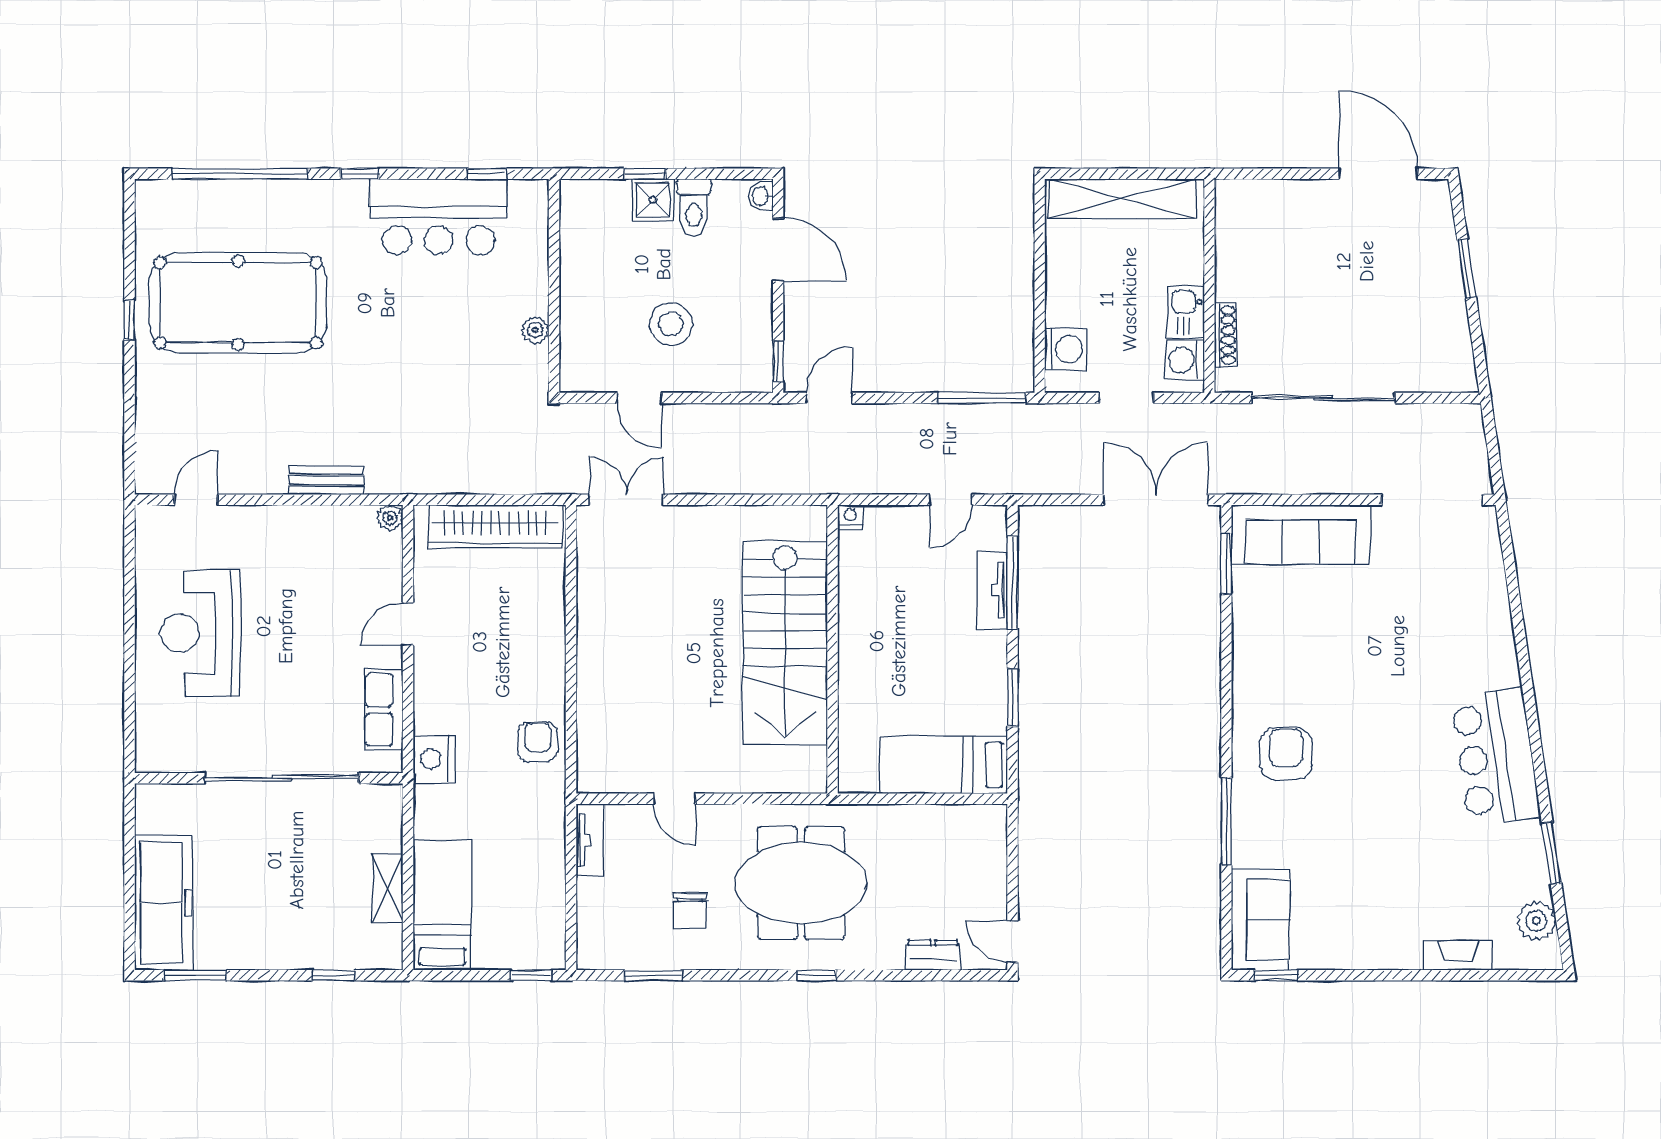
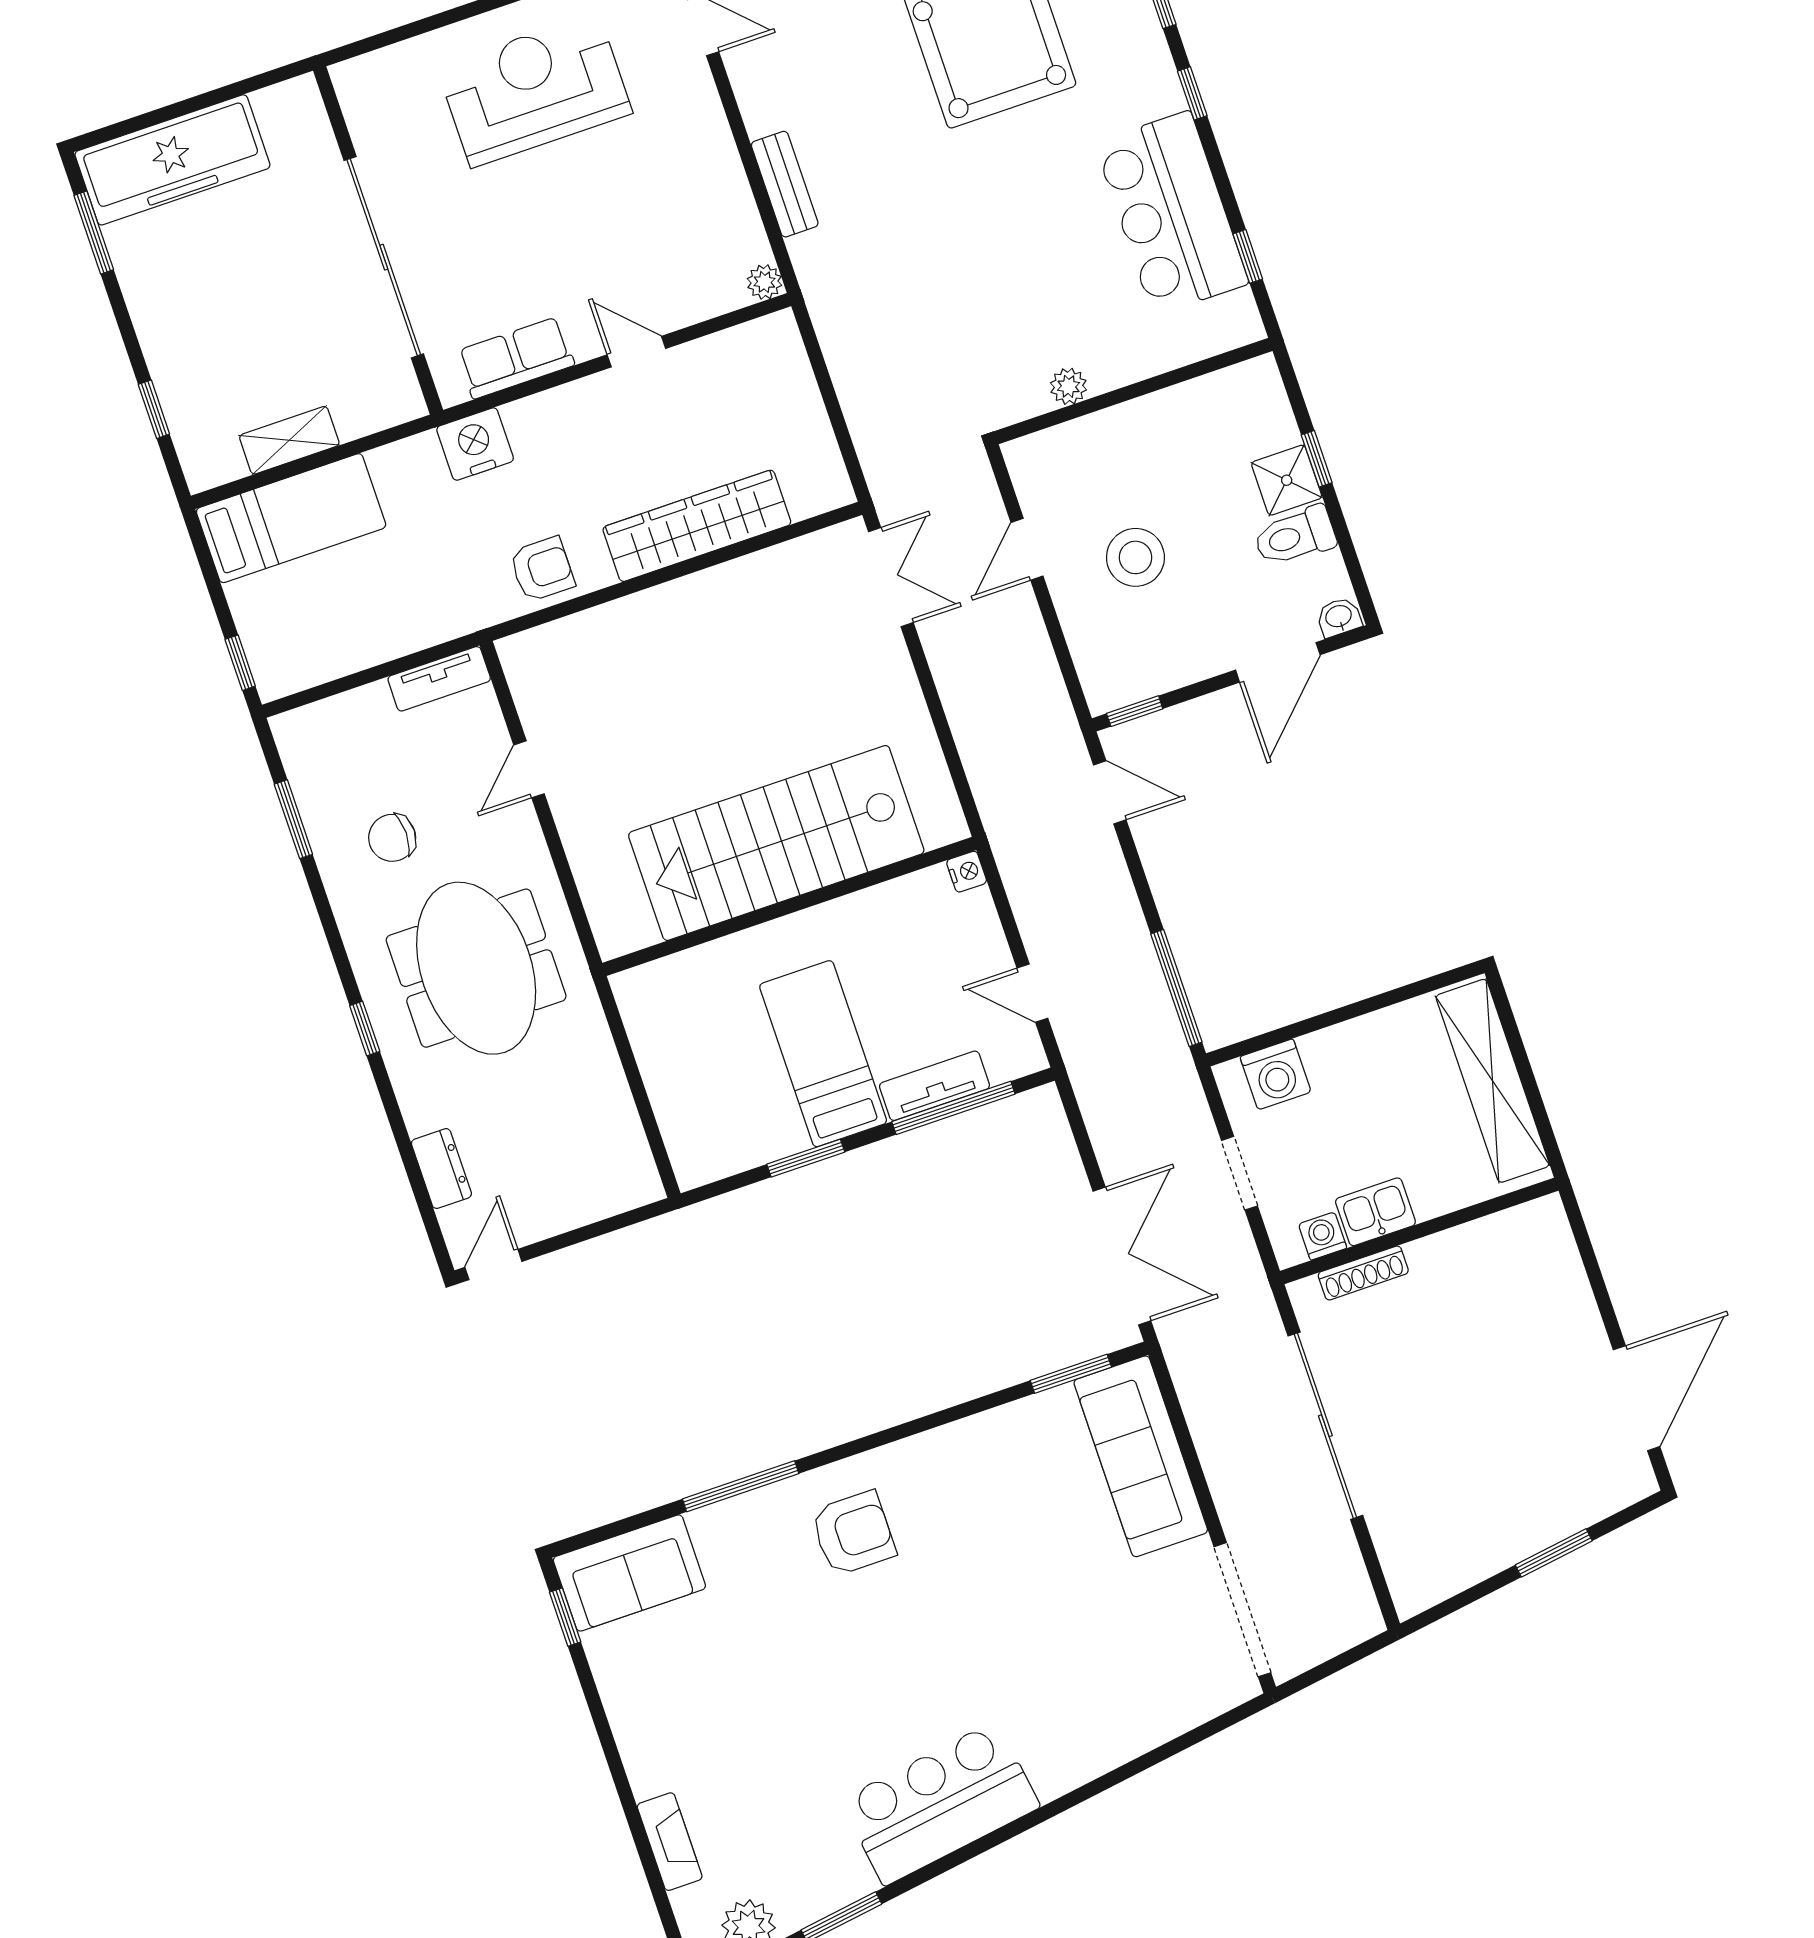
washing machine: (1185, 360) -> (1323, 1236), width x0.73, depth x0.73
wardrobe: (495, 527) -> (697, 526), moved, turned 90
bed: (944, 765) -> (823, 1054), moved

